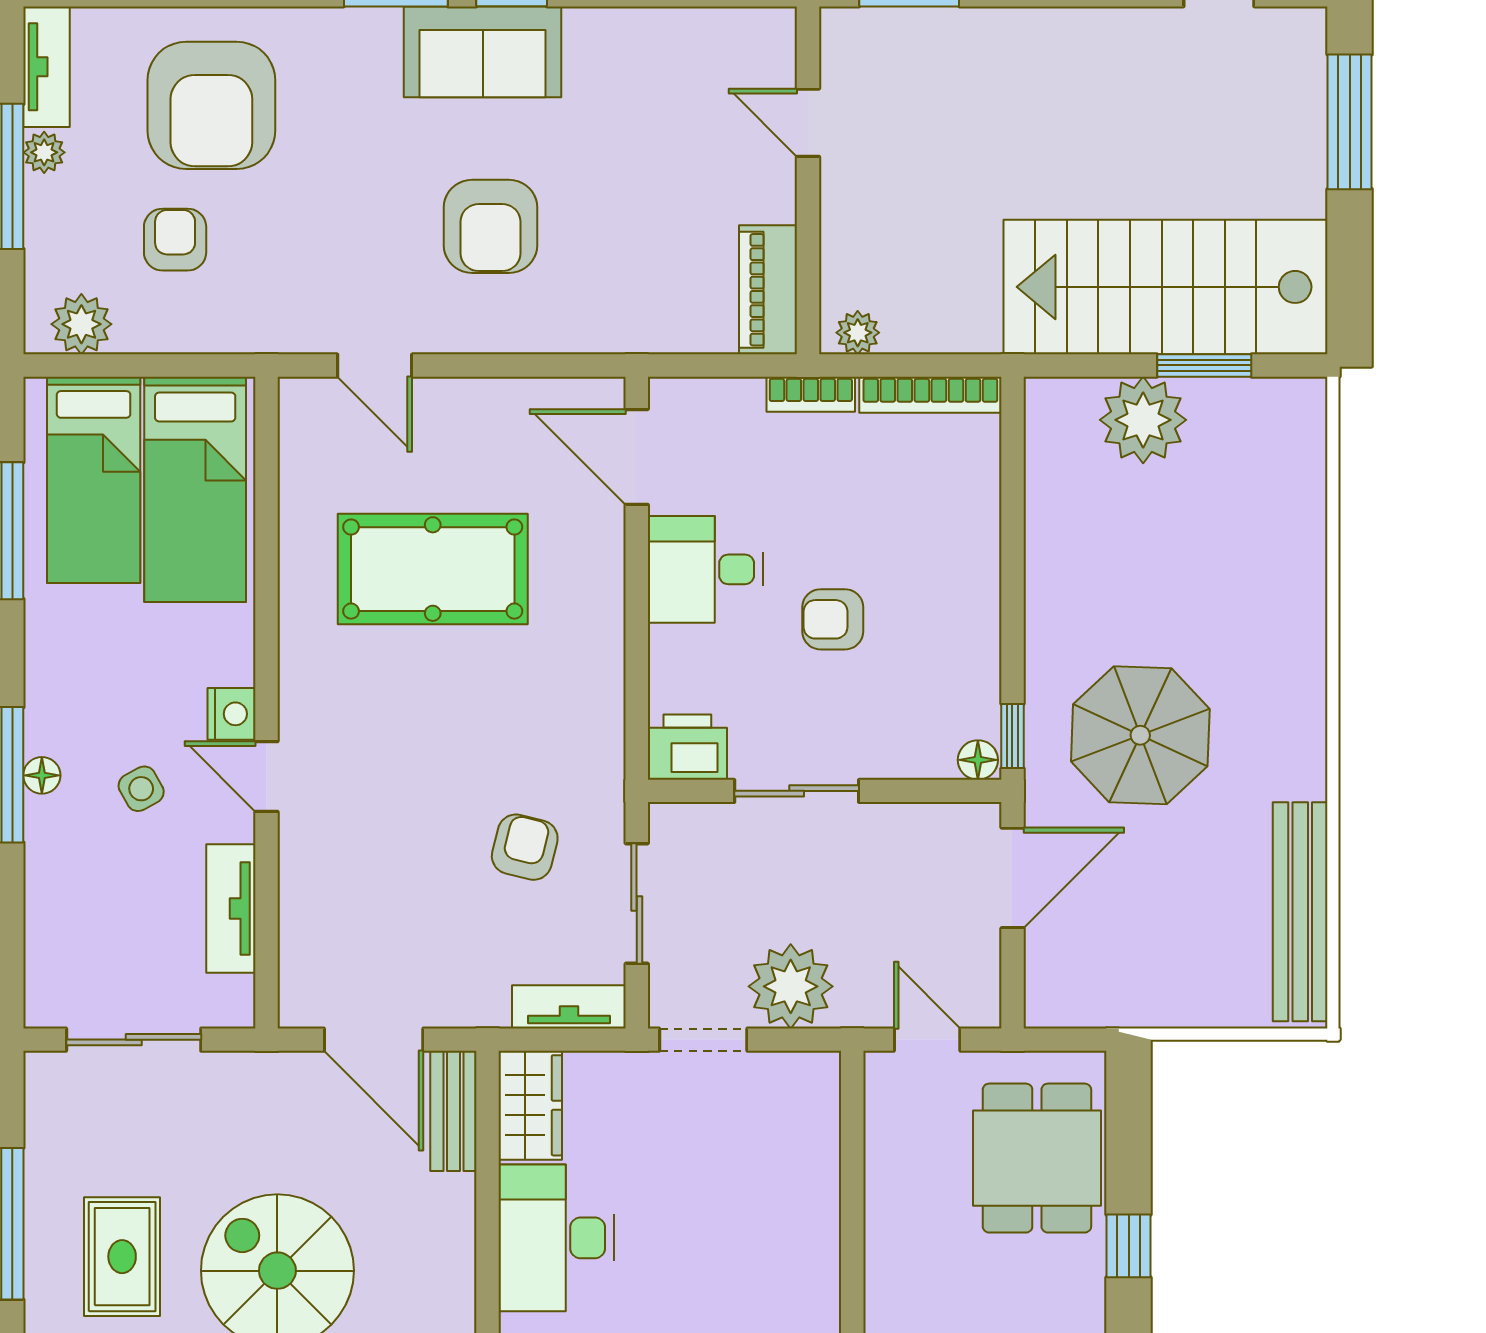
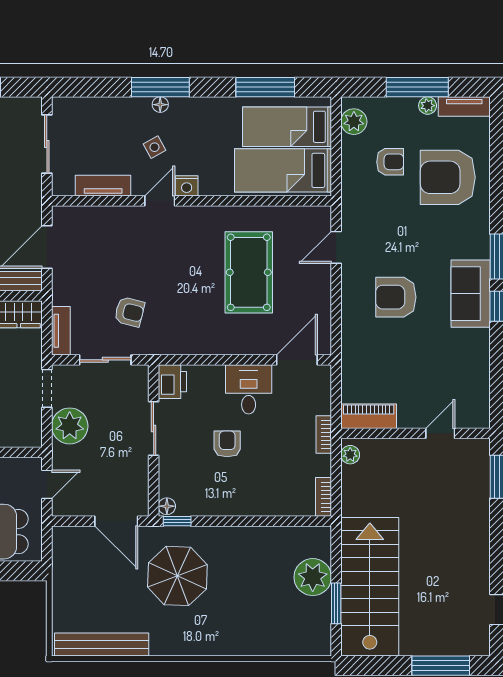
bookcase: (930, 395) -> (324, 497), width x0.64

